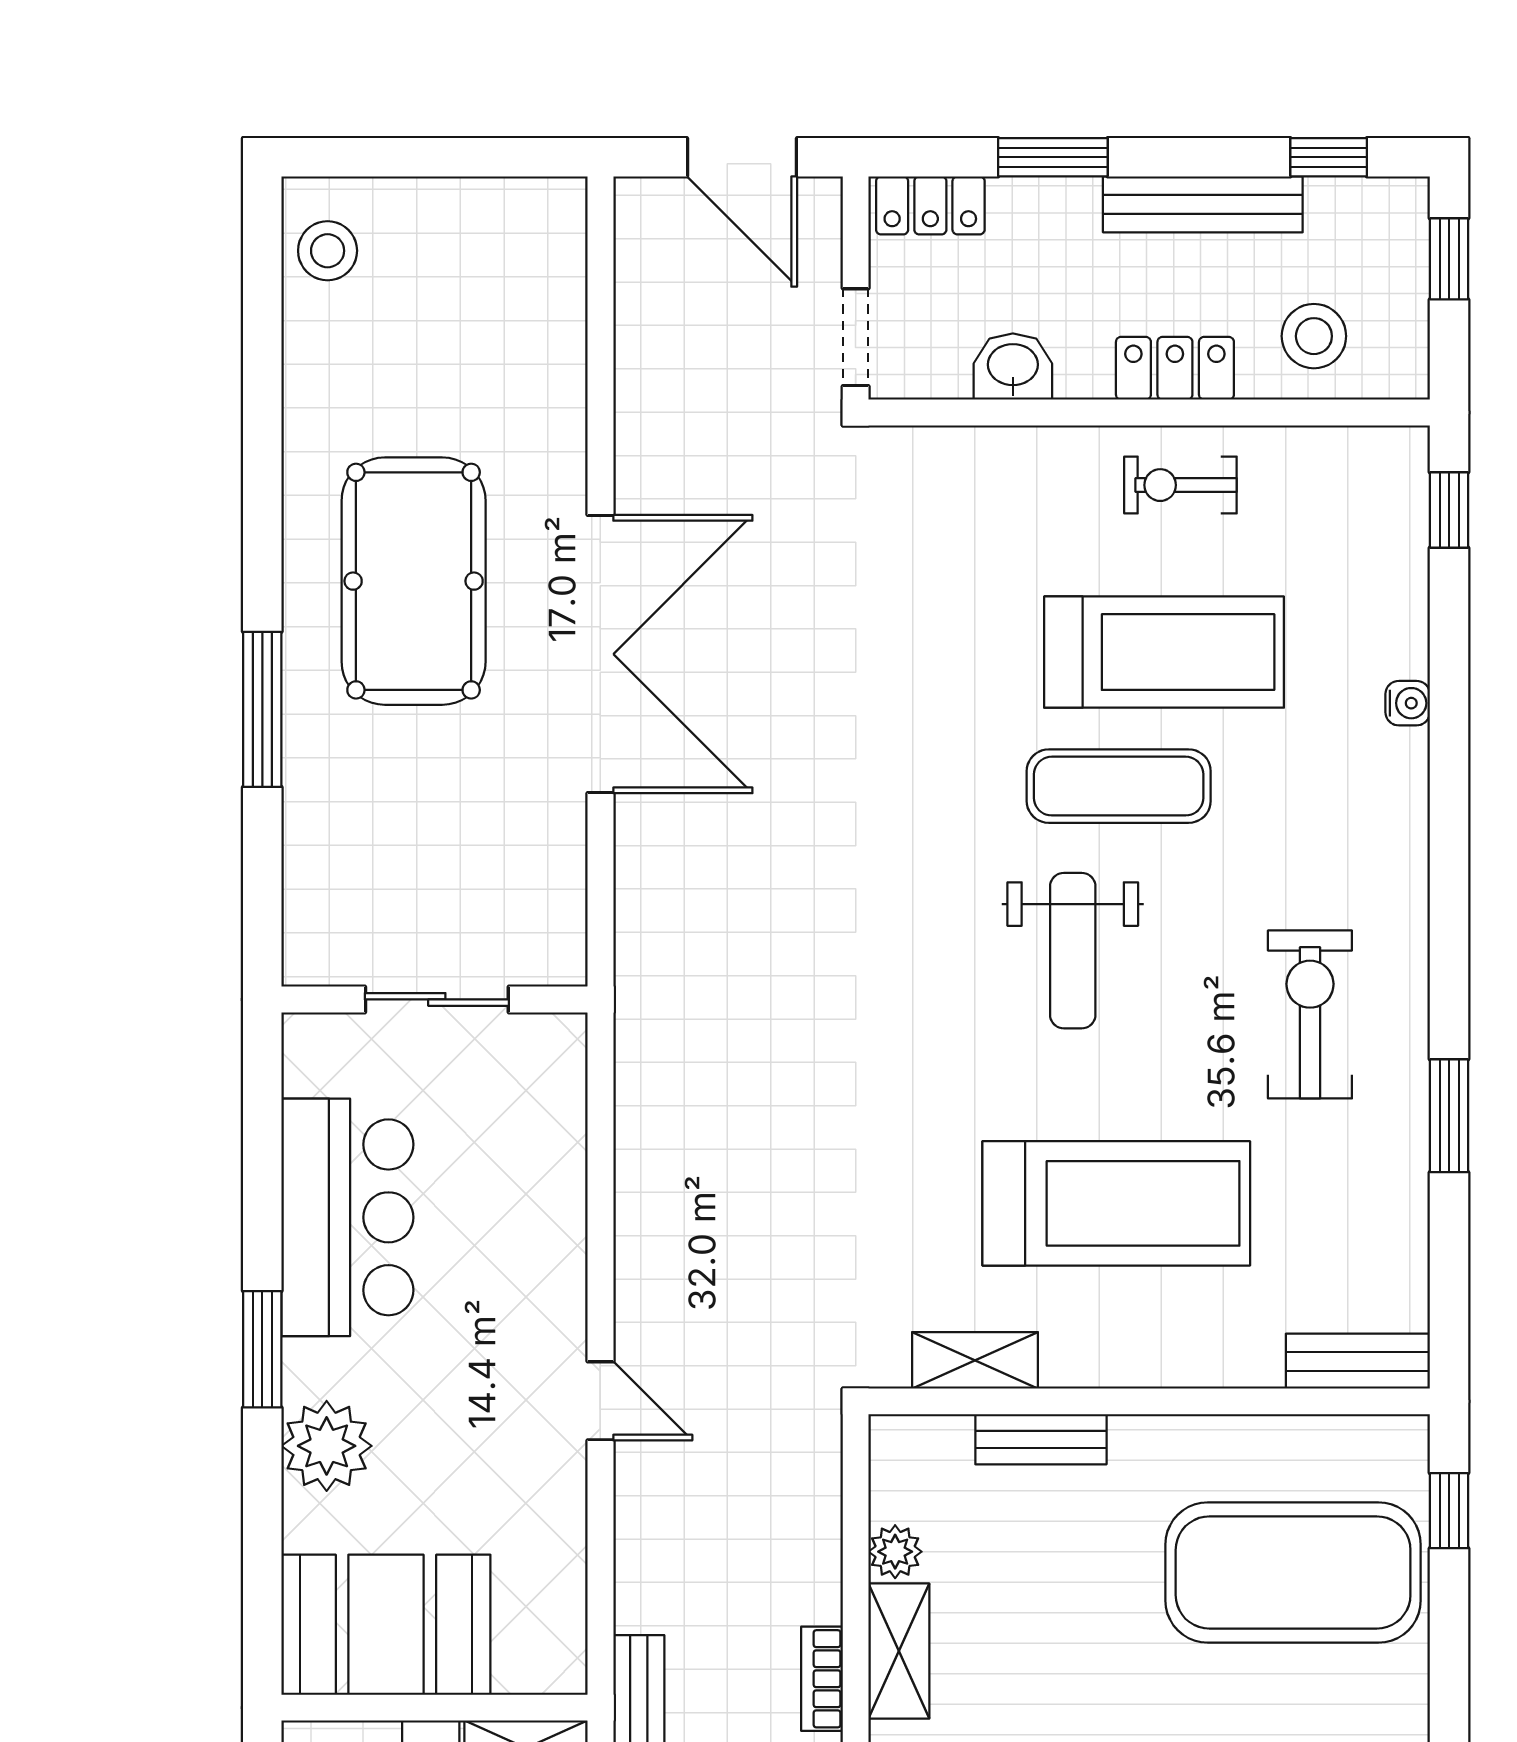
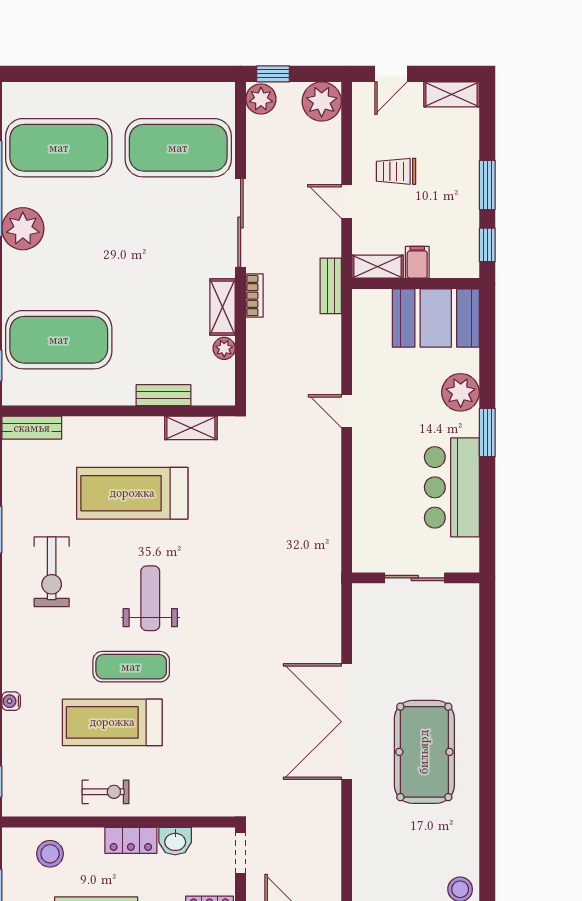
locker: (1175, 368) -> (131, 840), moved
window: (262, 709) -> (487, 699), removed

